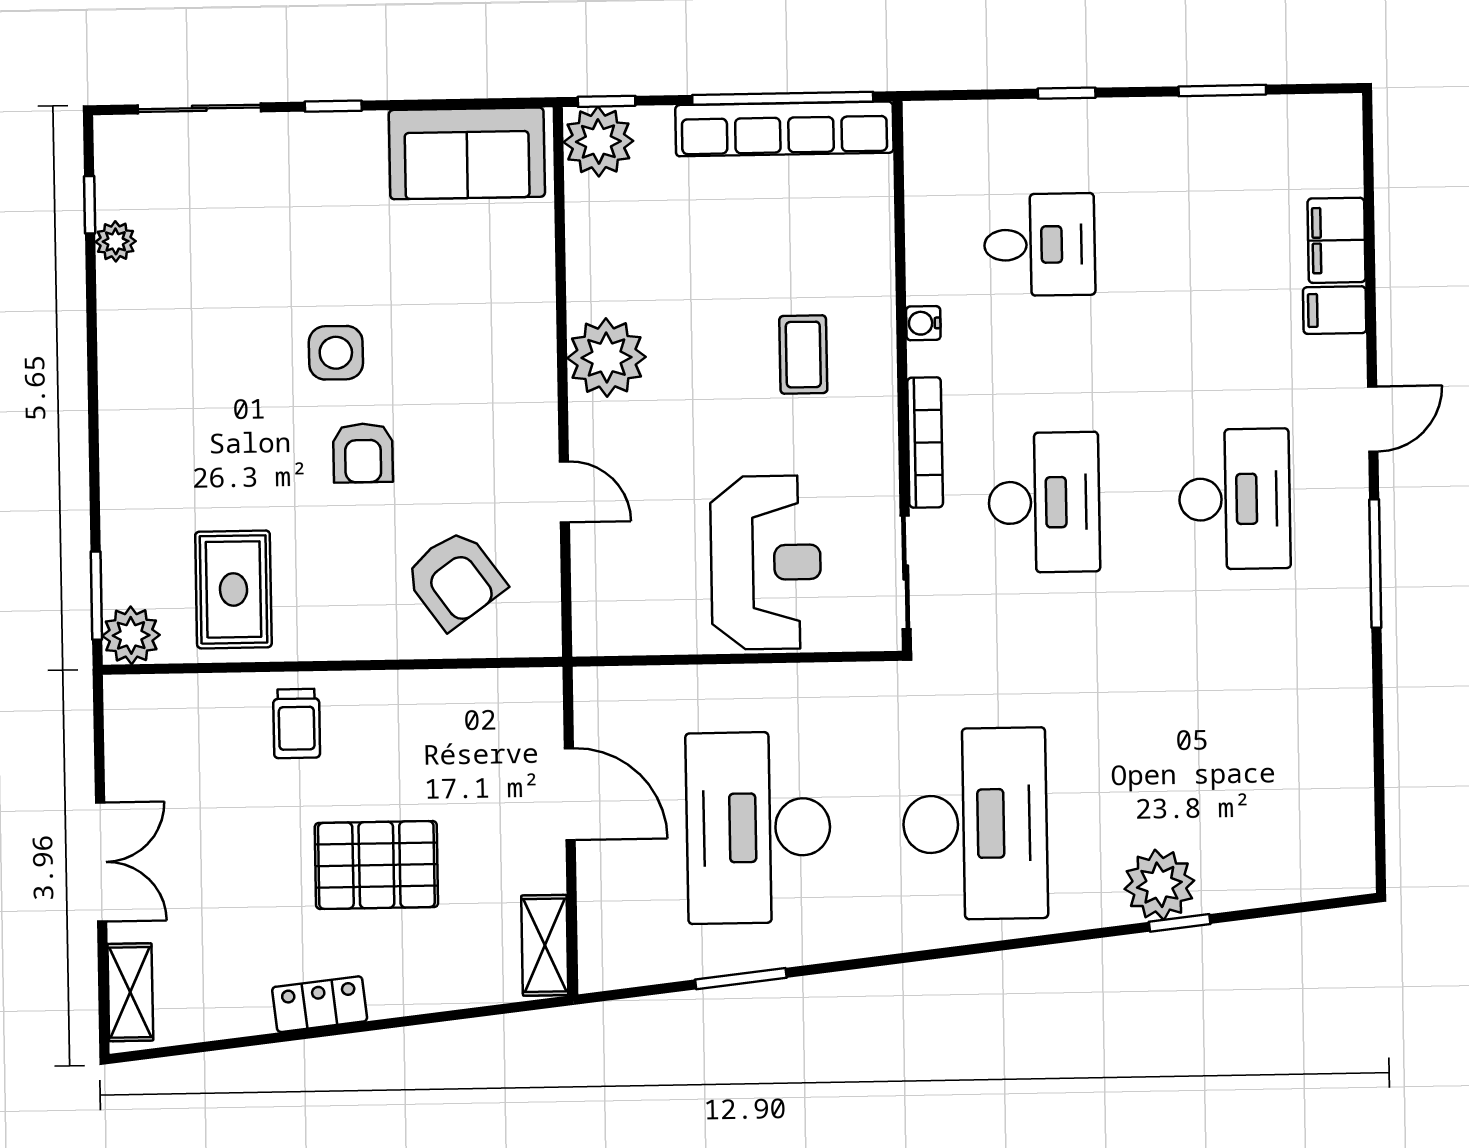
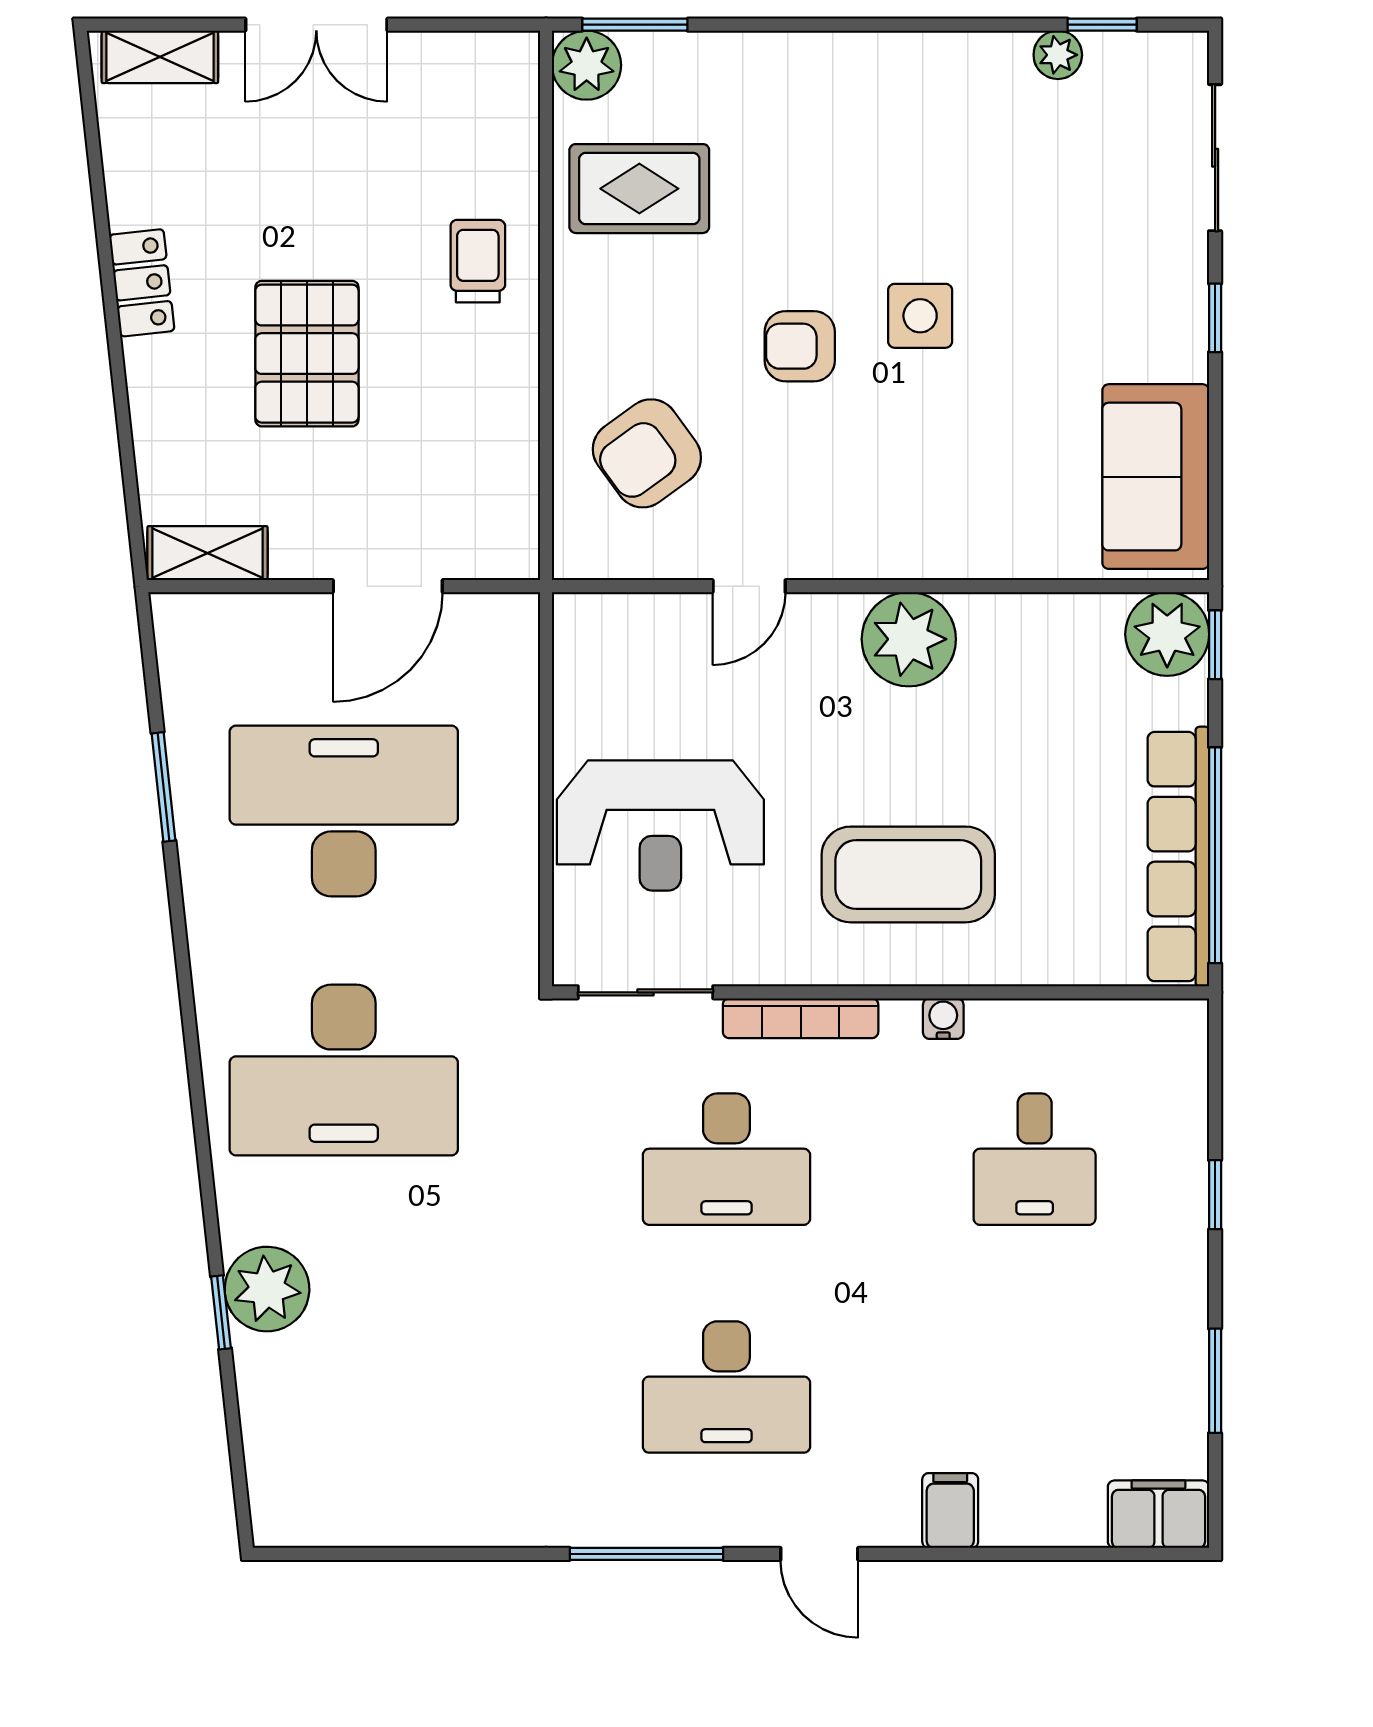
filing cabinet: (1336, 240) -> (1158, 1514), moved
coffee table: (803, 355) -> (908, 874), width x1.86, depth x1.72
trolley: (297, 723) -> (478, 261), turned 90

